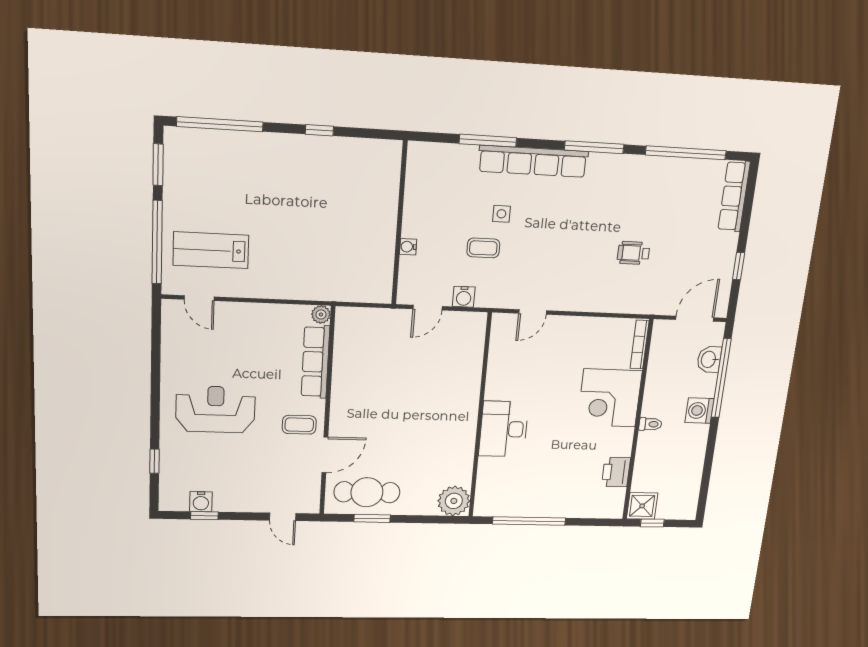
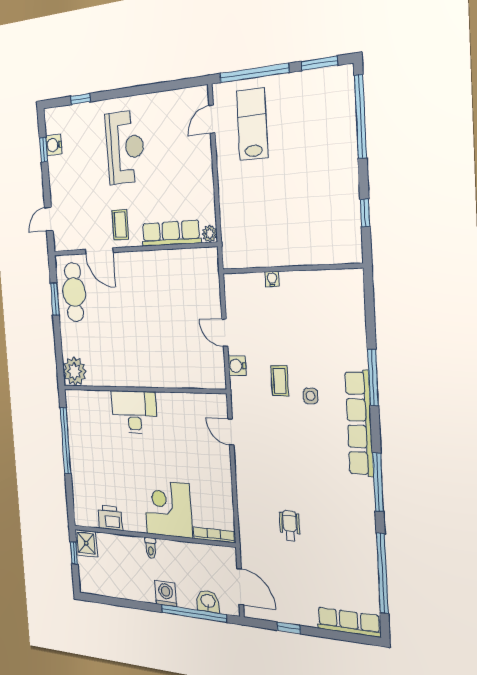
wall: (399, 224) -> (291, 268), moved
water cooler: (408, 247) -> (272, 279), moved

